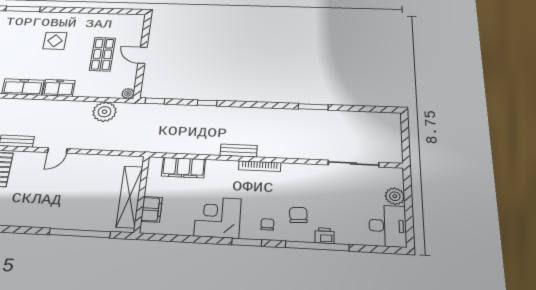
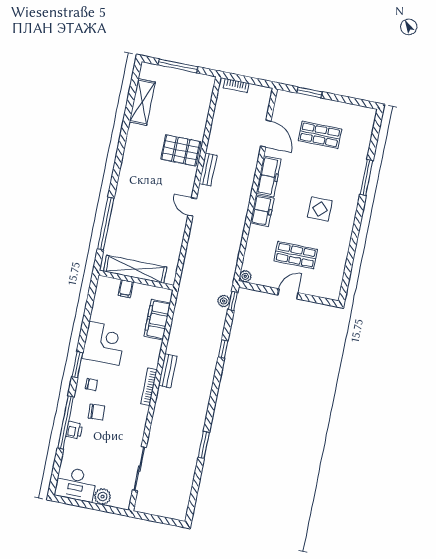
plant: (105, 112) -> (224, 301), moved, width x0.53, depth x0.53
filing cabinet: (152, 209) -> (126, 289), width x0.50

